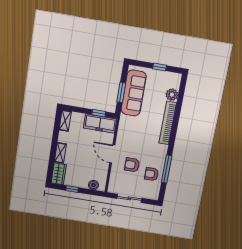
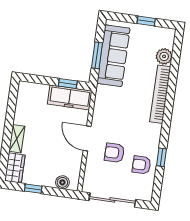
shelving: (65, 121) -> (23, 95), removed
window: (167, 169) -> (162, 157), width x0.46
sliding door: (129, 198) -> (112, 200), width x1.37

